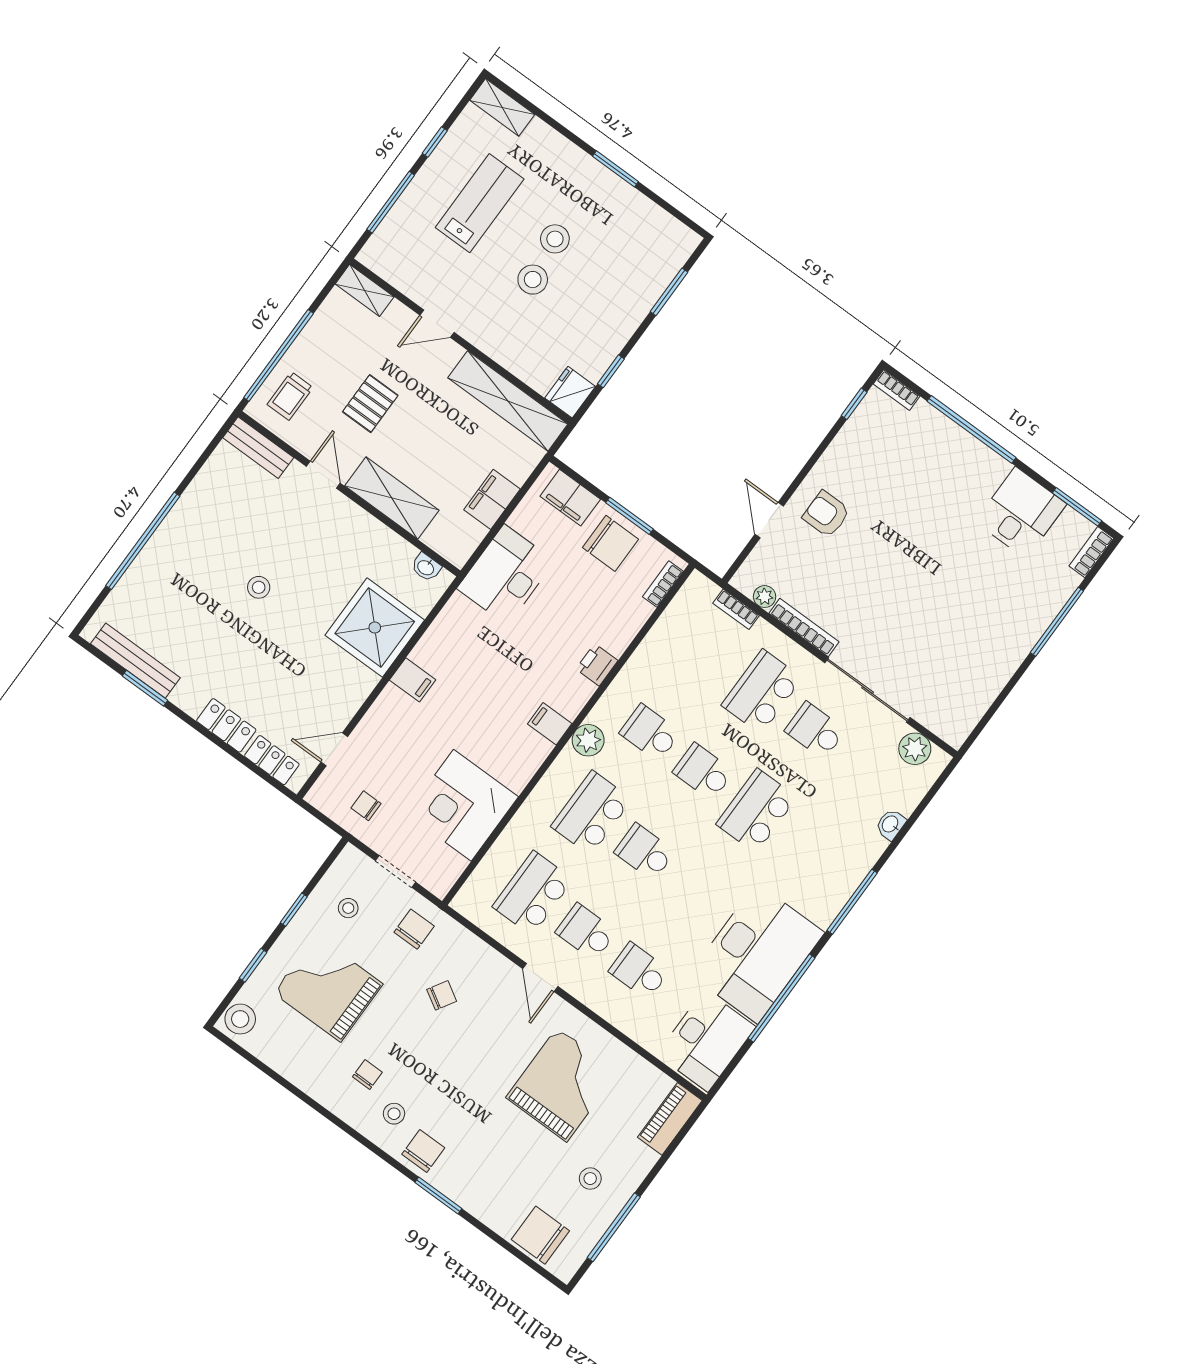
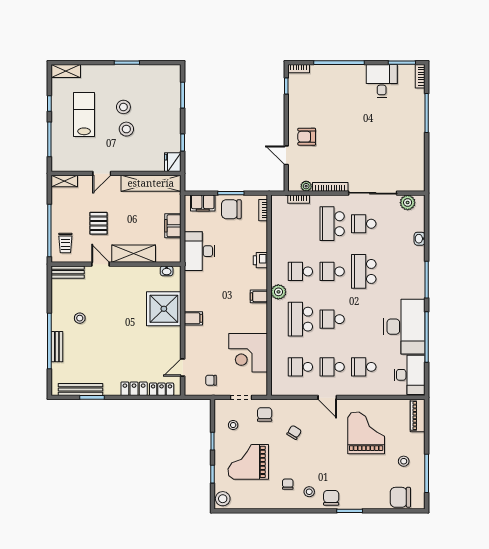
chair: (611, 543) -> (231, 209), turned 180
bench: (148, 560) -> (57, 347), added
stool: (259, 587) -> (80, 318), moved
school desk: (533, 893) -> (300, 367), width x0.54

